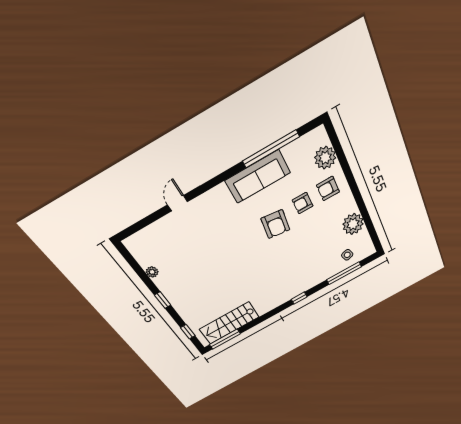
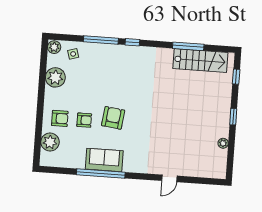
window: (271, 149) -> (101, 173), moved
sofa: (258, 177) -> (104, 160), width x0.73
plant: (368, 249) -> (54, 47), added
window: (344, 273) -> (101, 40), moved
window: (225, 339) -> (188, 46), moved

